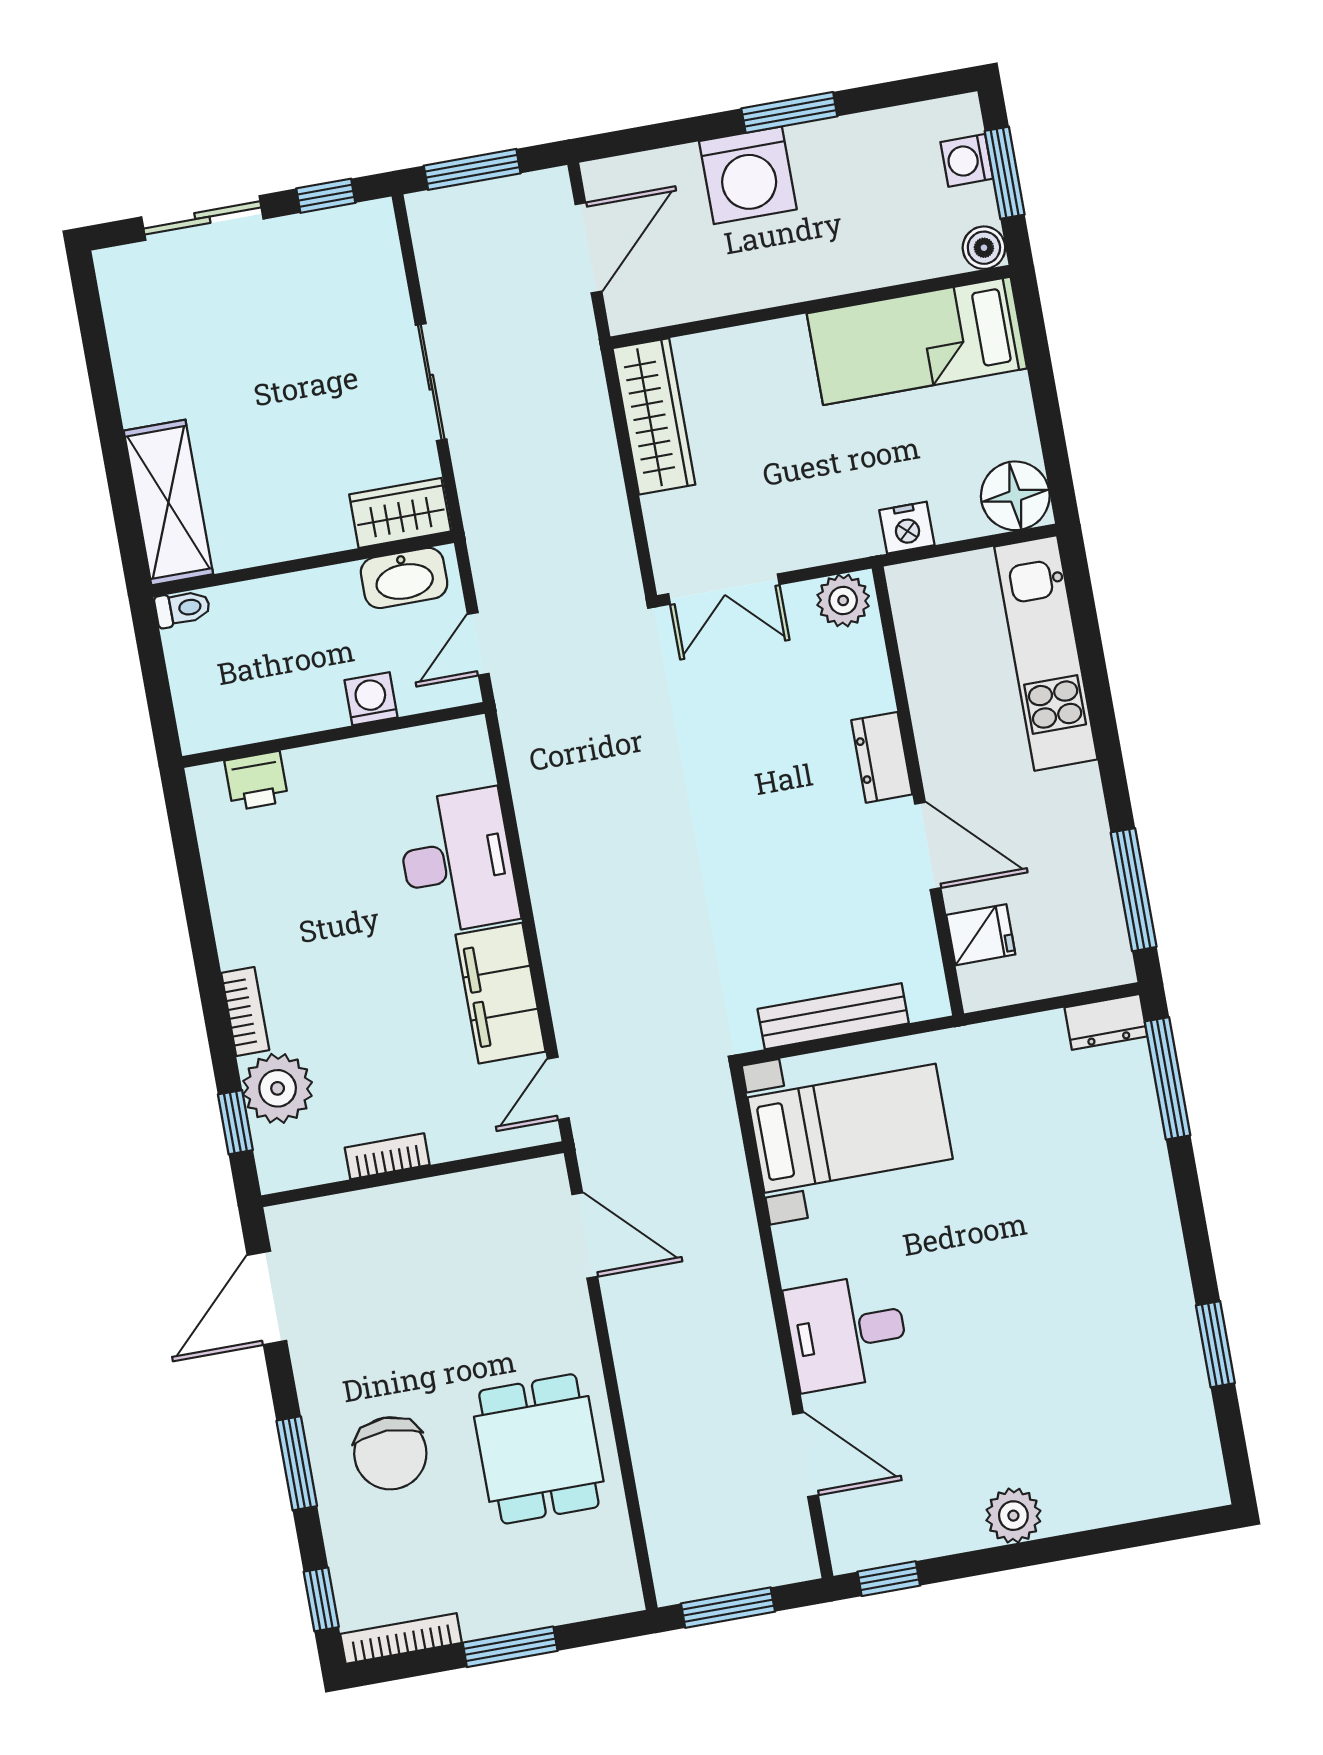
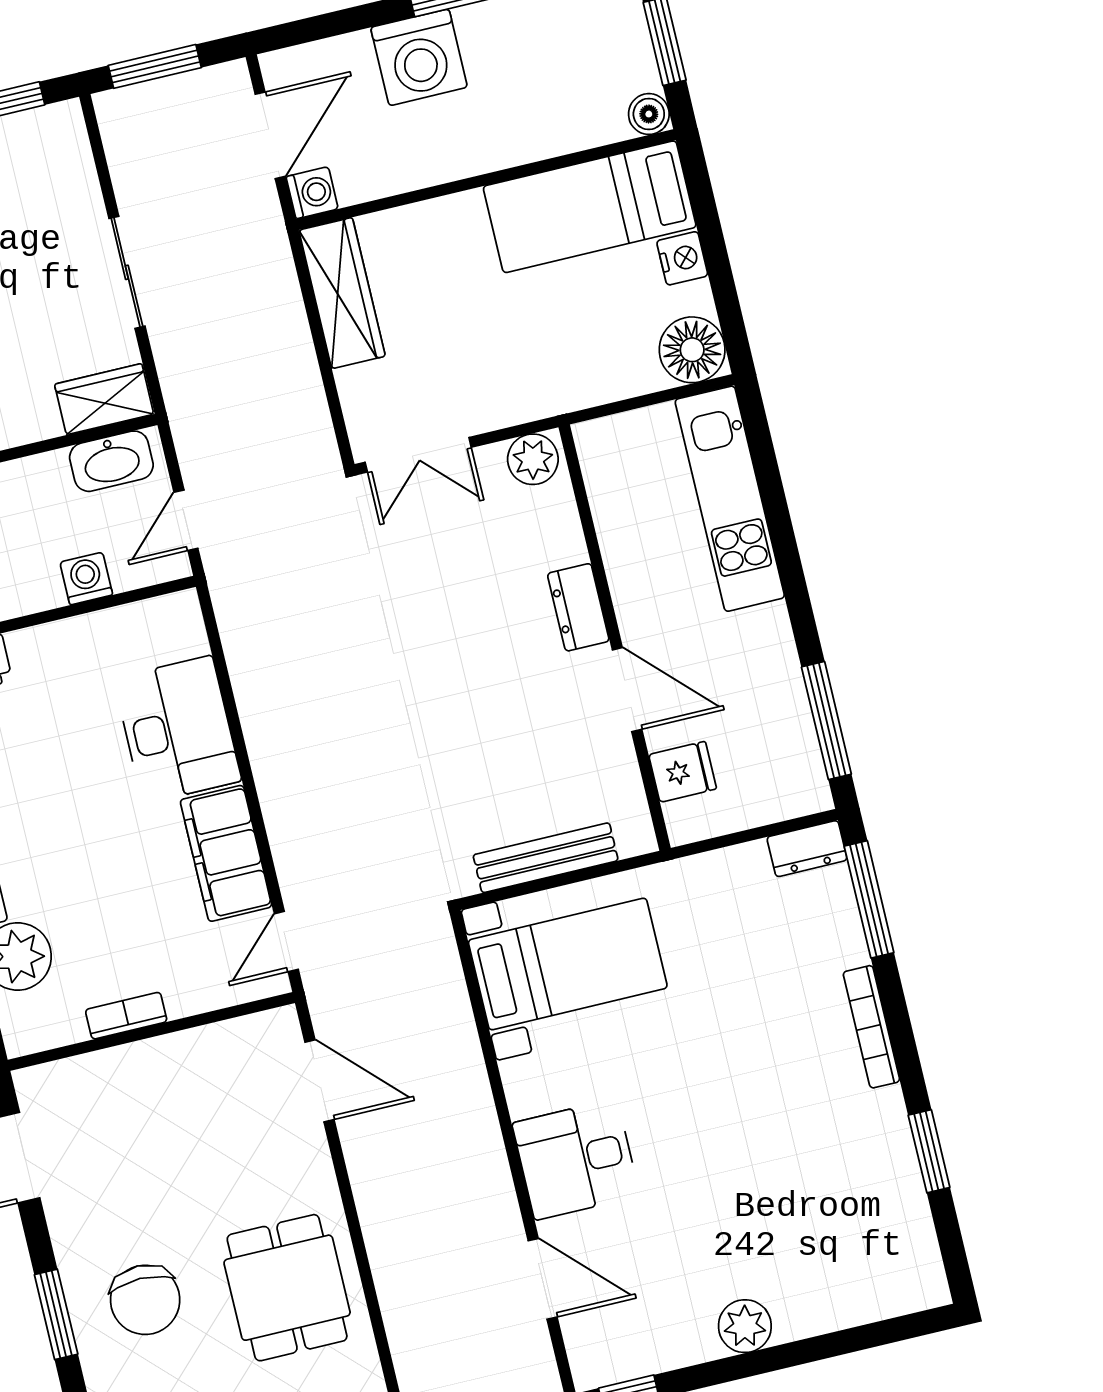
washing machine: (967, 160) -> (312, 193), moved, turned 180
nightstand: (907, 528) -> (682, 258), moved, turned -90
bookcase: (1163, 1211) -> (871, 1027), added

